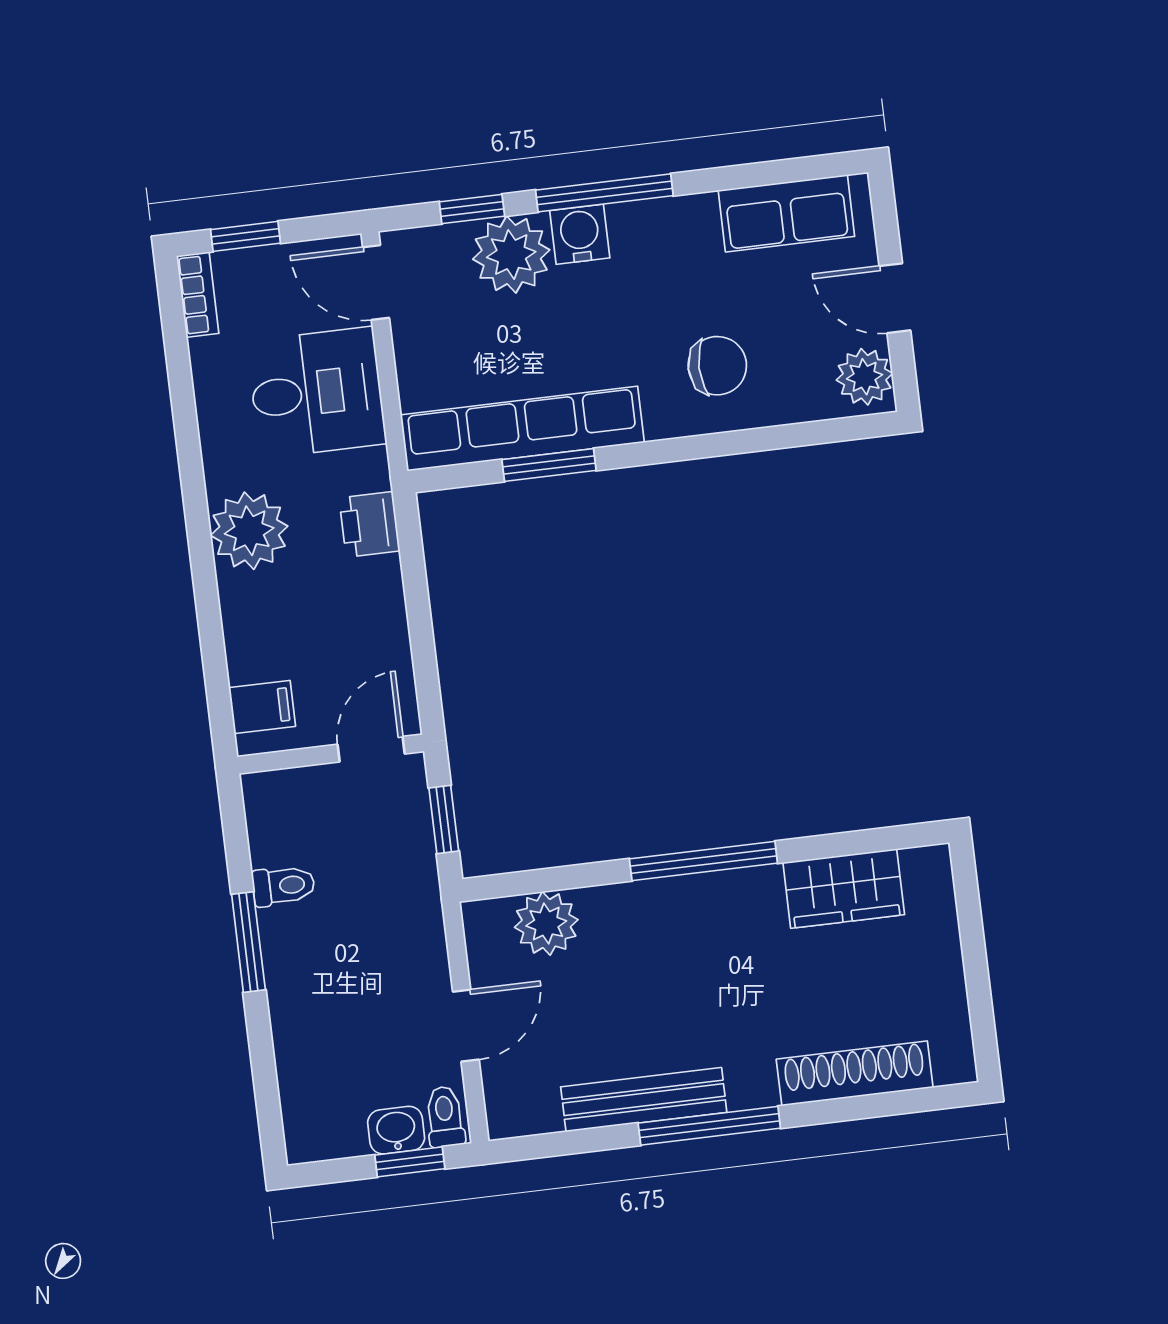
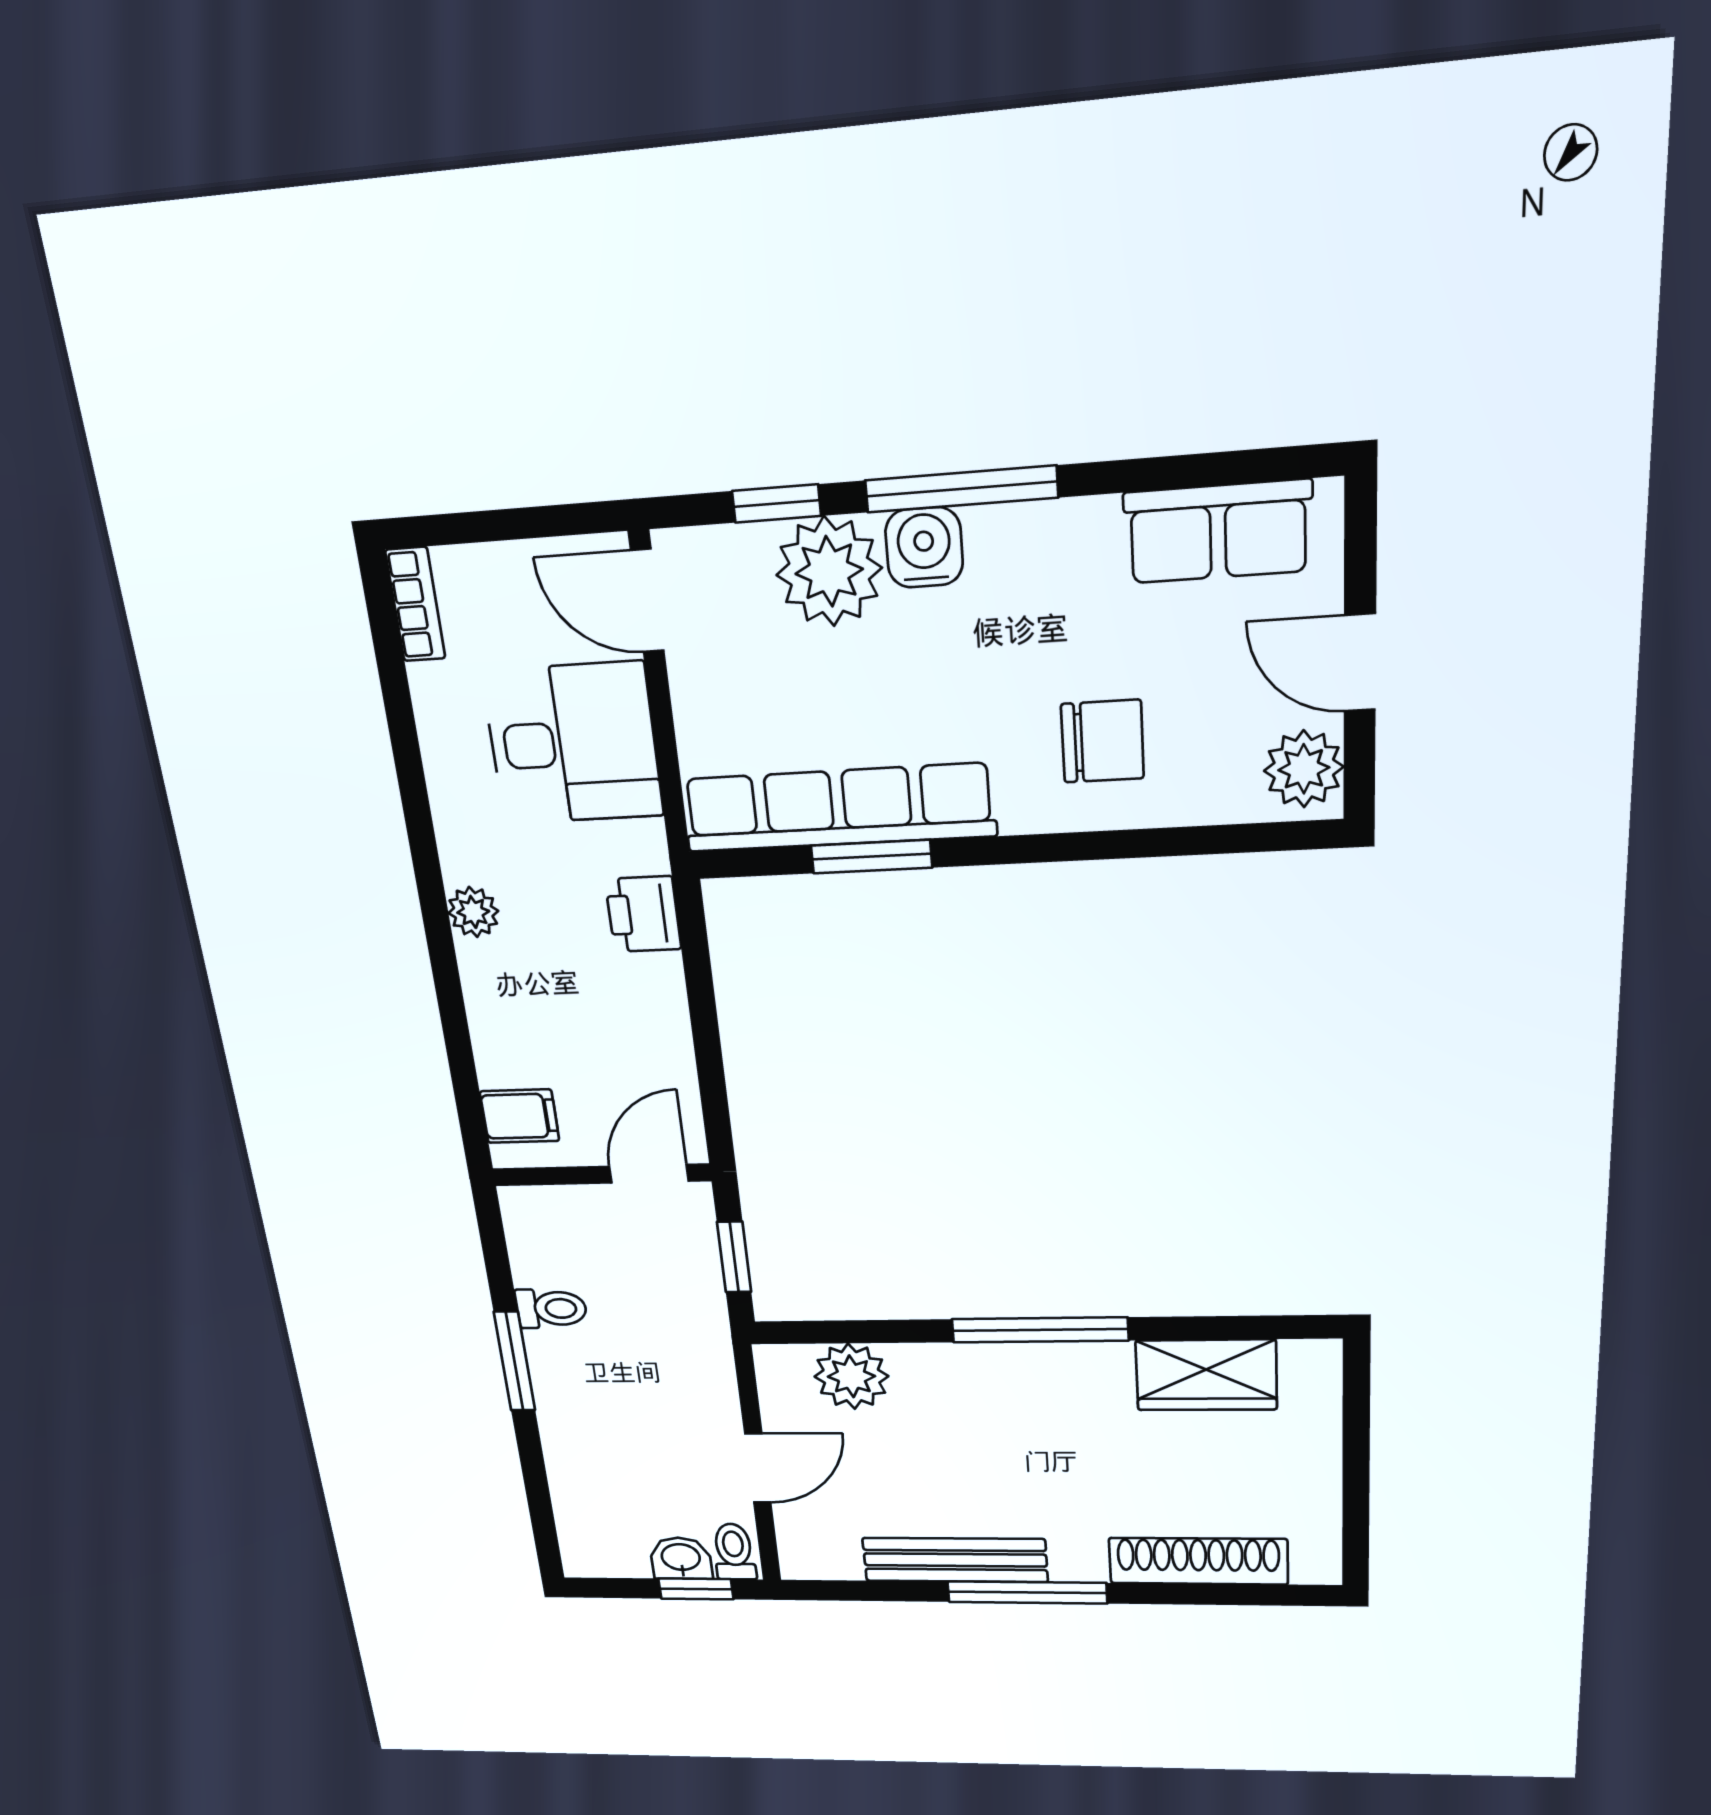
window: (246, 236) -> (473, 527), removed
plant: (249, 531) -> (473, 912), width x0.53, depth x0.53

